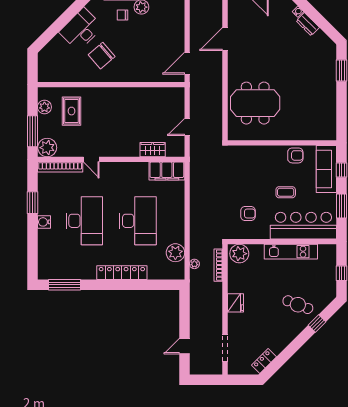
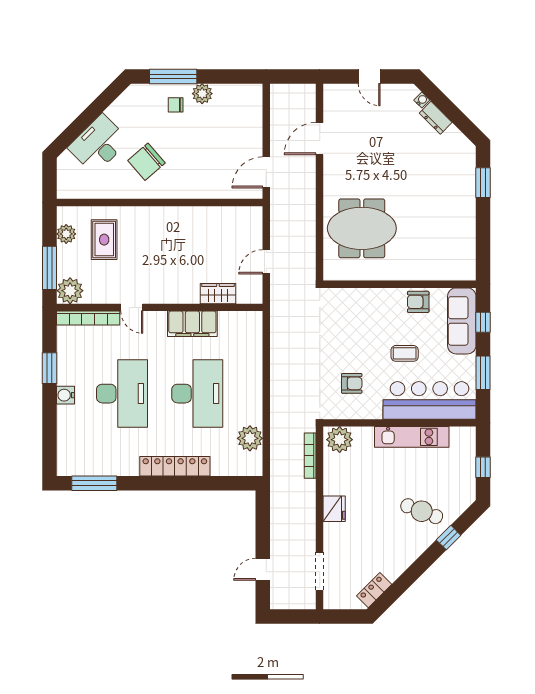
desk: (81, 29) -> (98, 144), moved
armchair: (295, 155) -> (418, 302), turned 180
filing cabinet: (167, 171) -> (192, 324), moved
plant: (194, 264) -> (277, 454), removed

